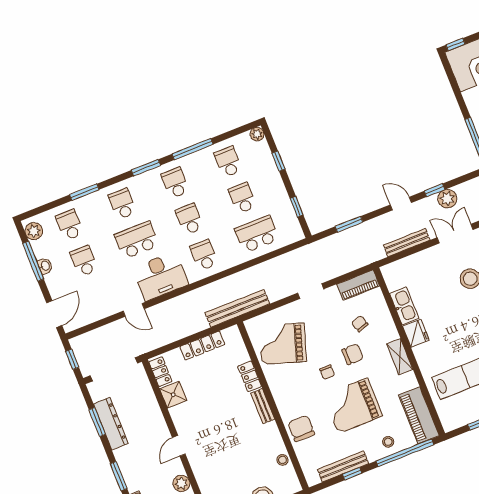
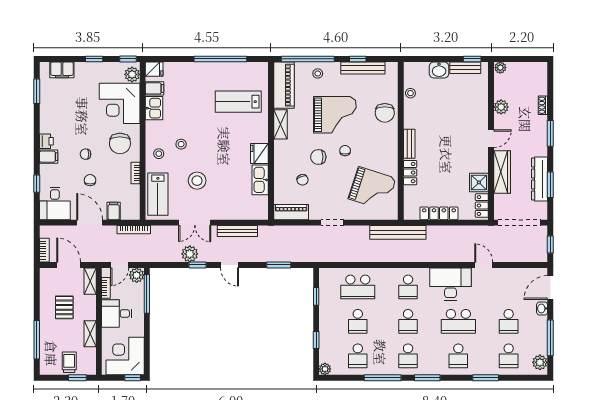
washbasin: (45, 266) -> (542, 308), moved
shelving: (400, 357) -> (280, 124), moved
wardrobe: (153, 415) -> (502, 172), added

